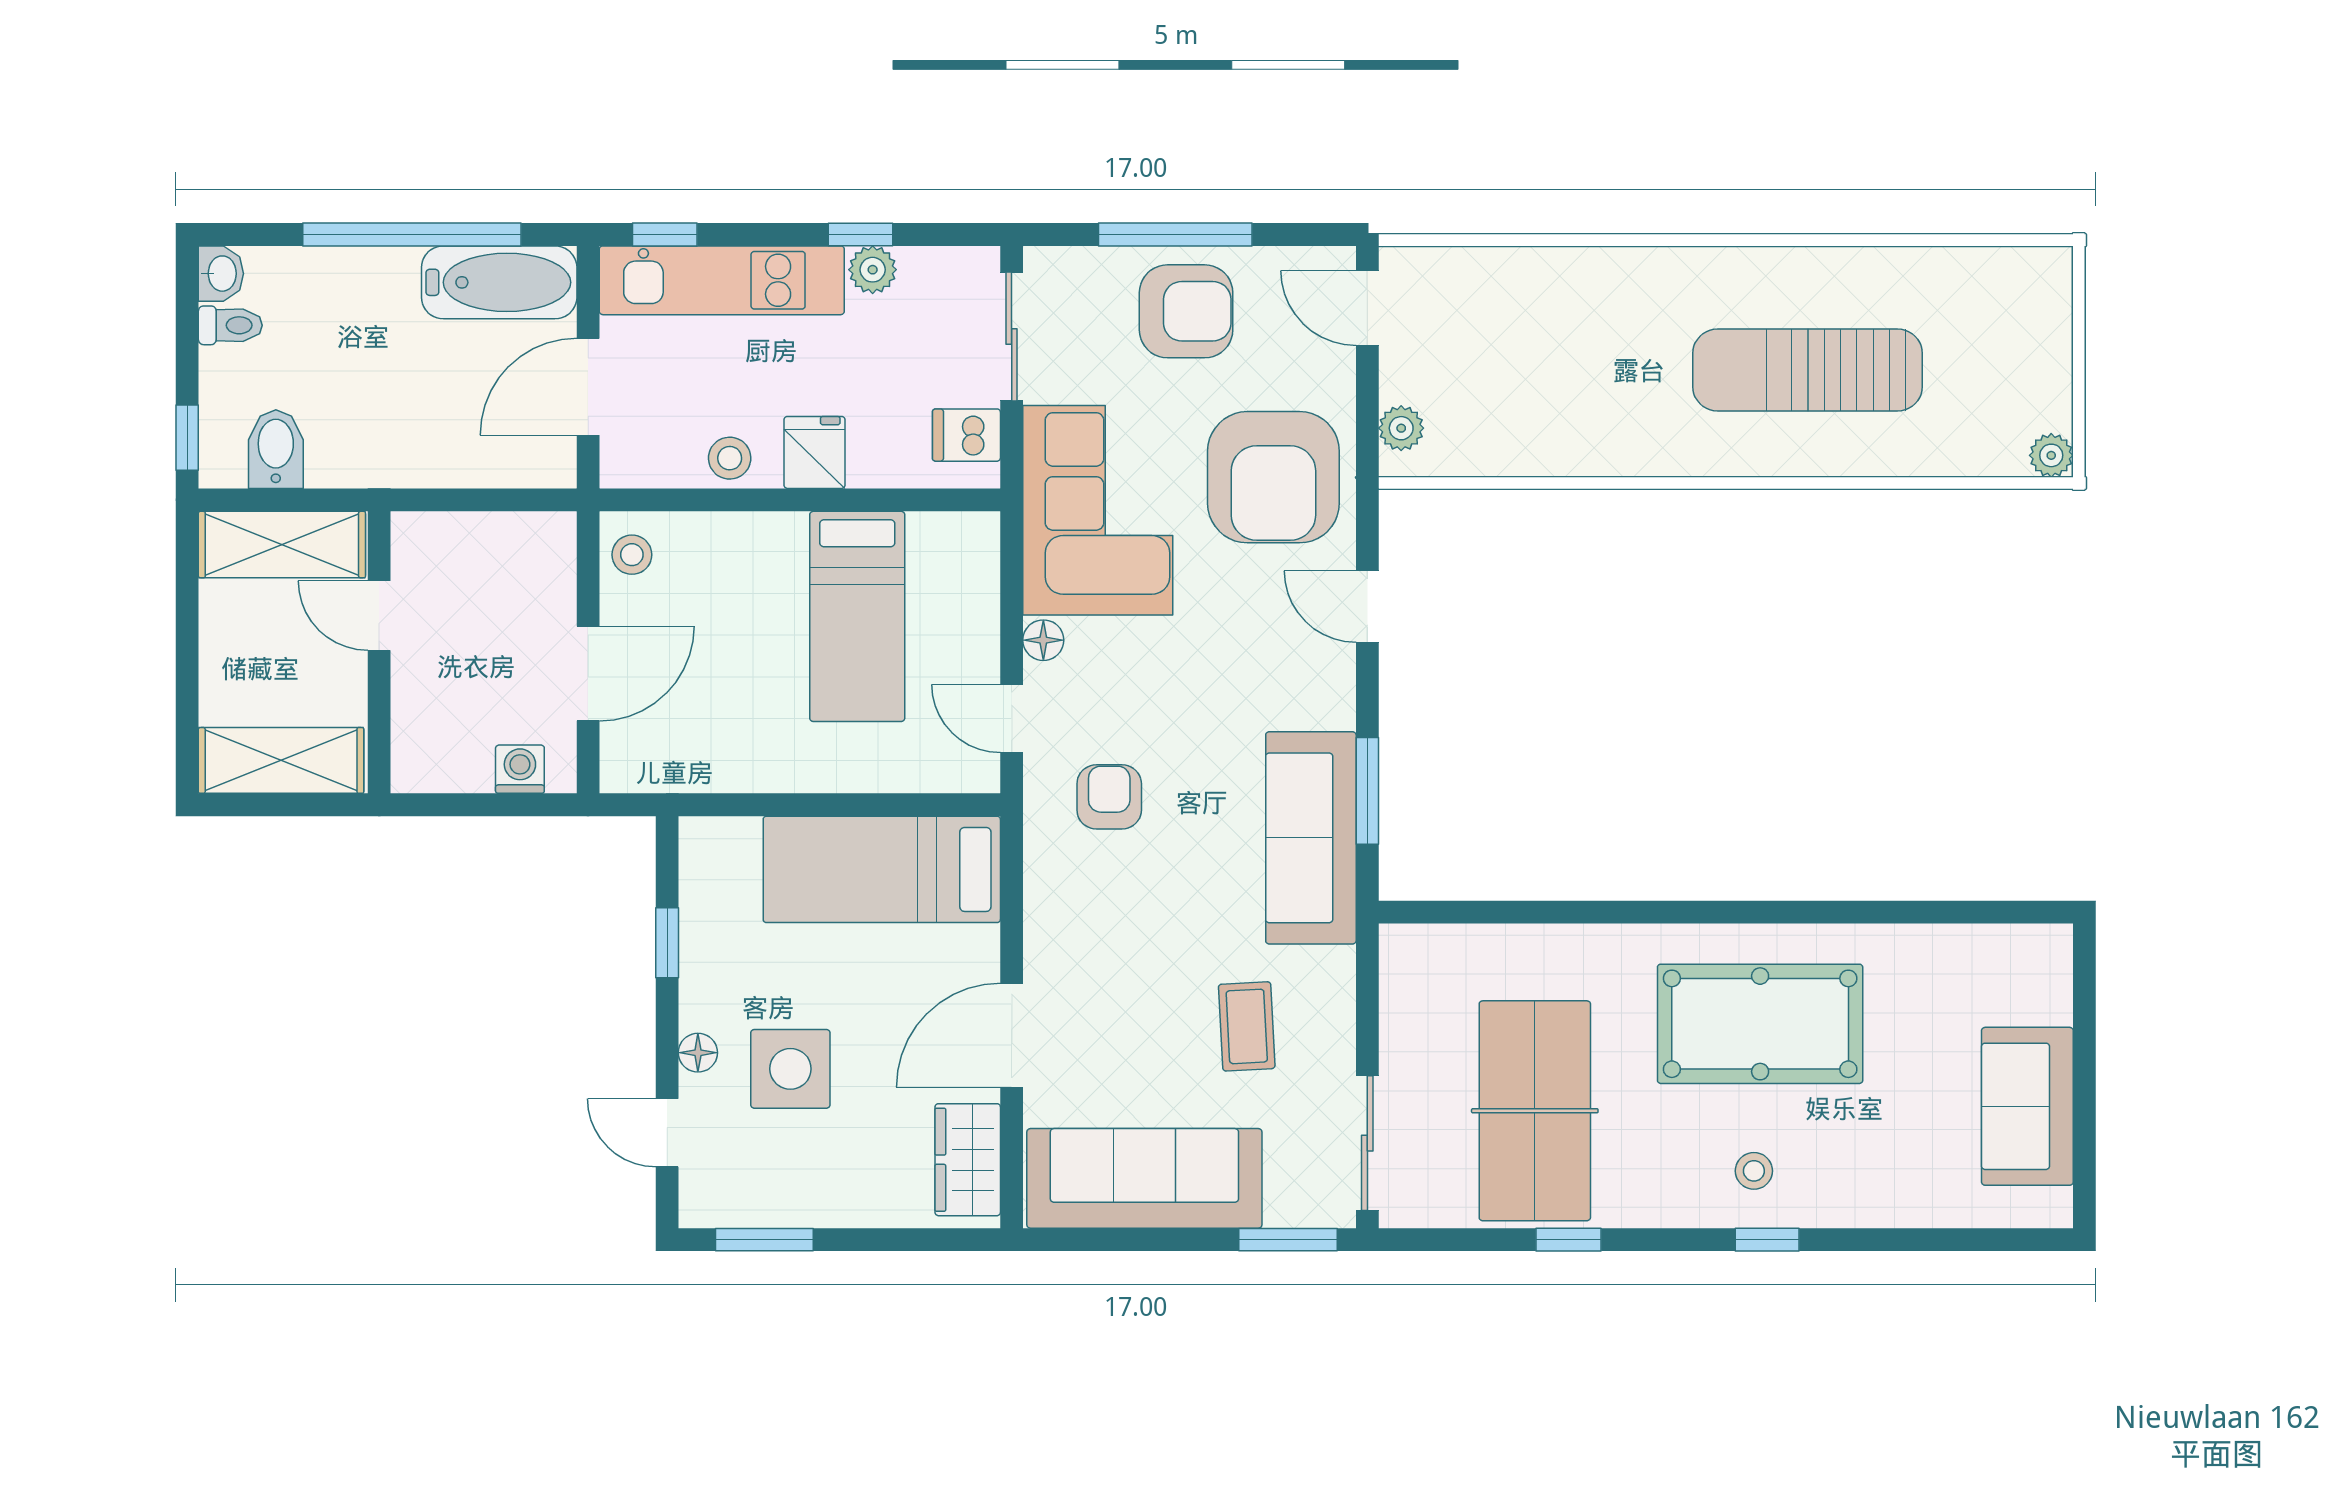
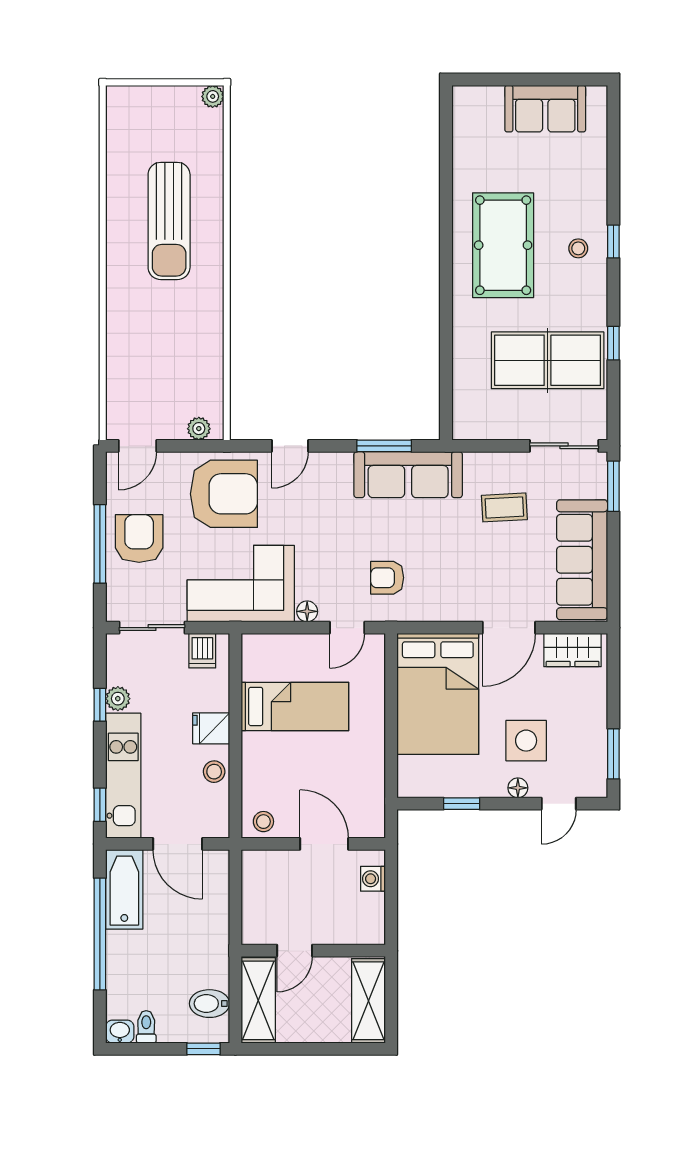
bed: (882, 869) -> (438, 694), width x1.50
door: (1012, 1035) -> (509, 628), hinge flipped

